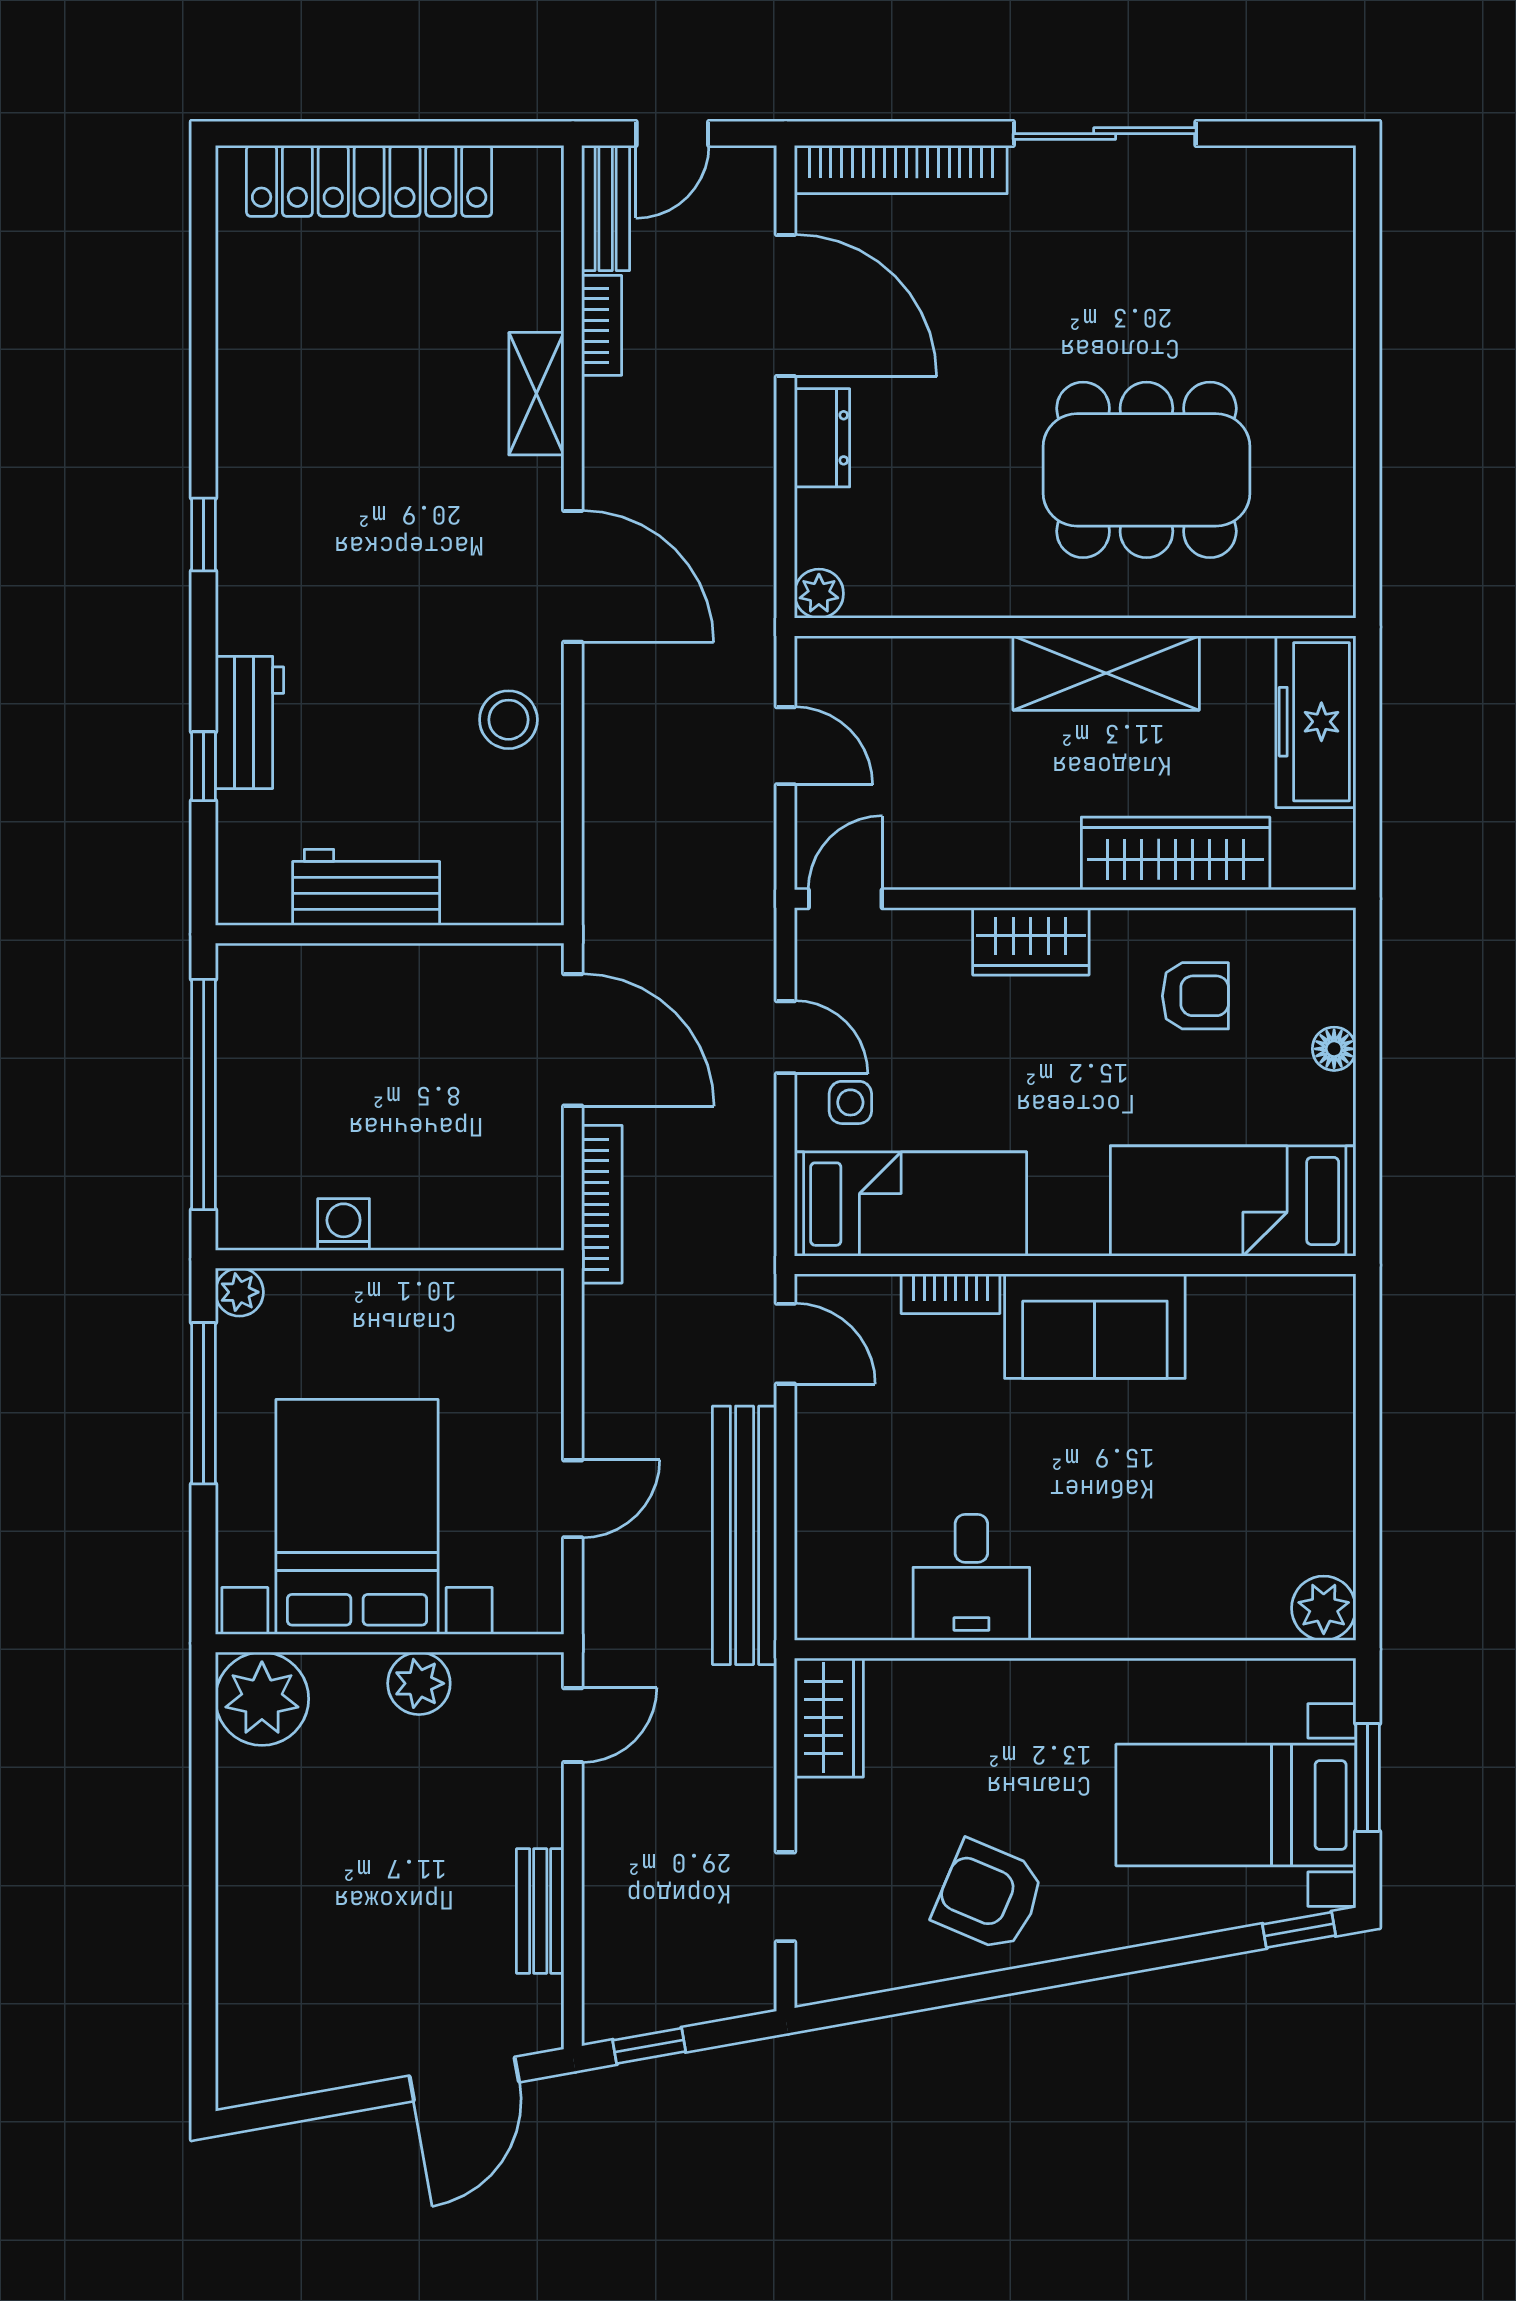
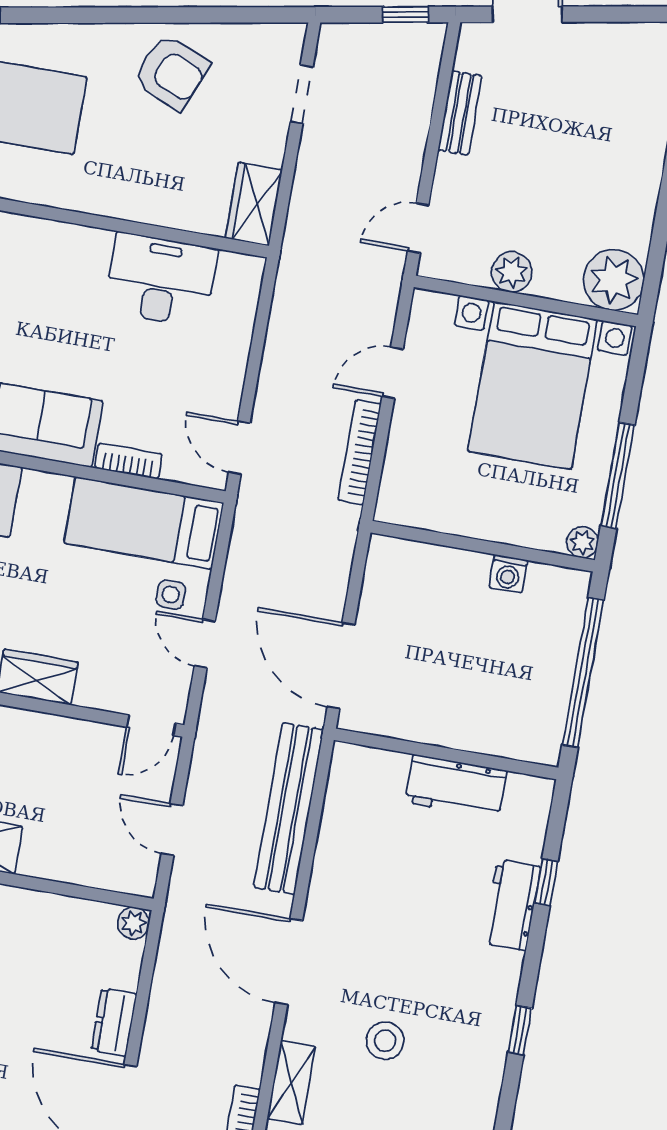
stool: (508, 720) -> (385, 1041), moved
bookcase: (602, 1204) -> (359, 452), moved
bench: (745, 1535) -> (289, 809), moved
desk: (971, 1577) -> (161, 280), width x1.37

